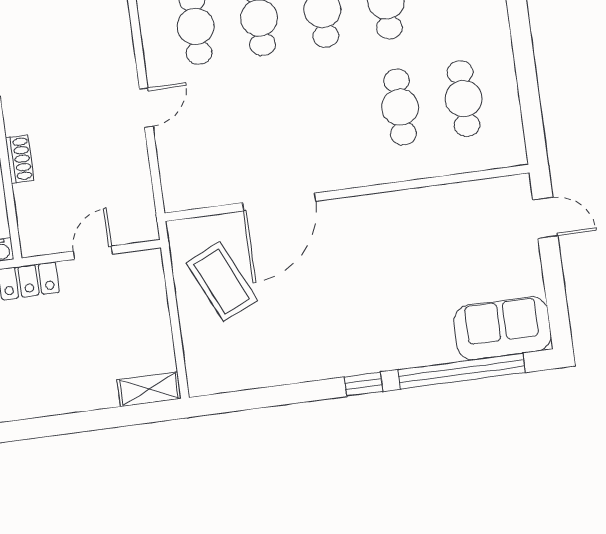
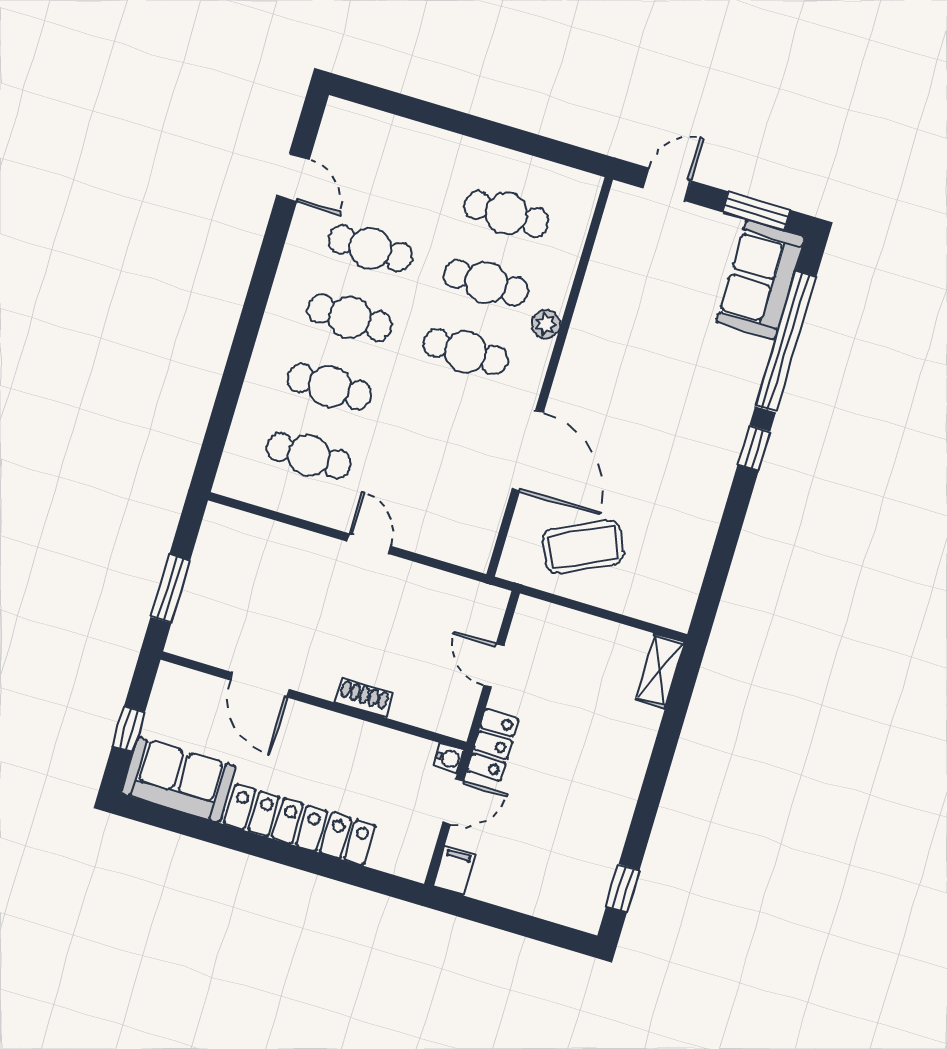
cafe table: (337, 116) -> (465, 352), added
plant: (388, 171) -> (546, 324), added
window: (556, 300) -> (757, 211), added

